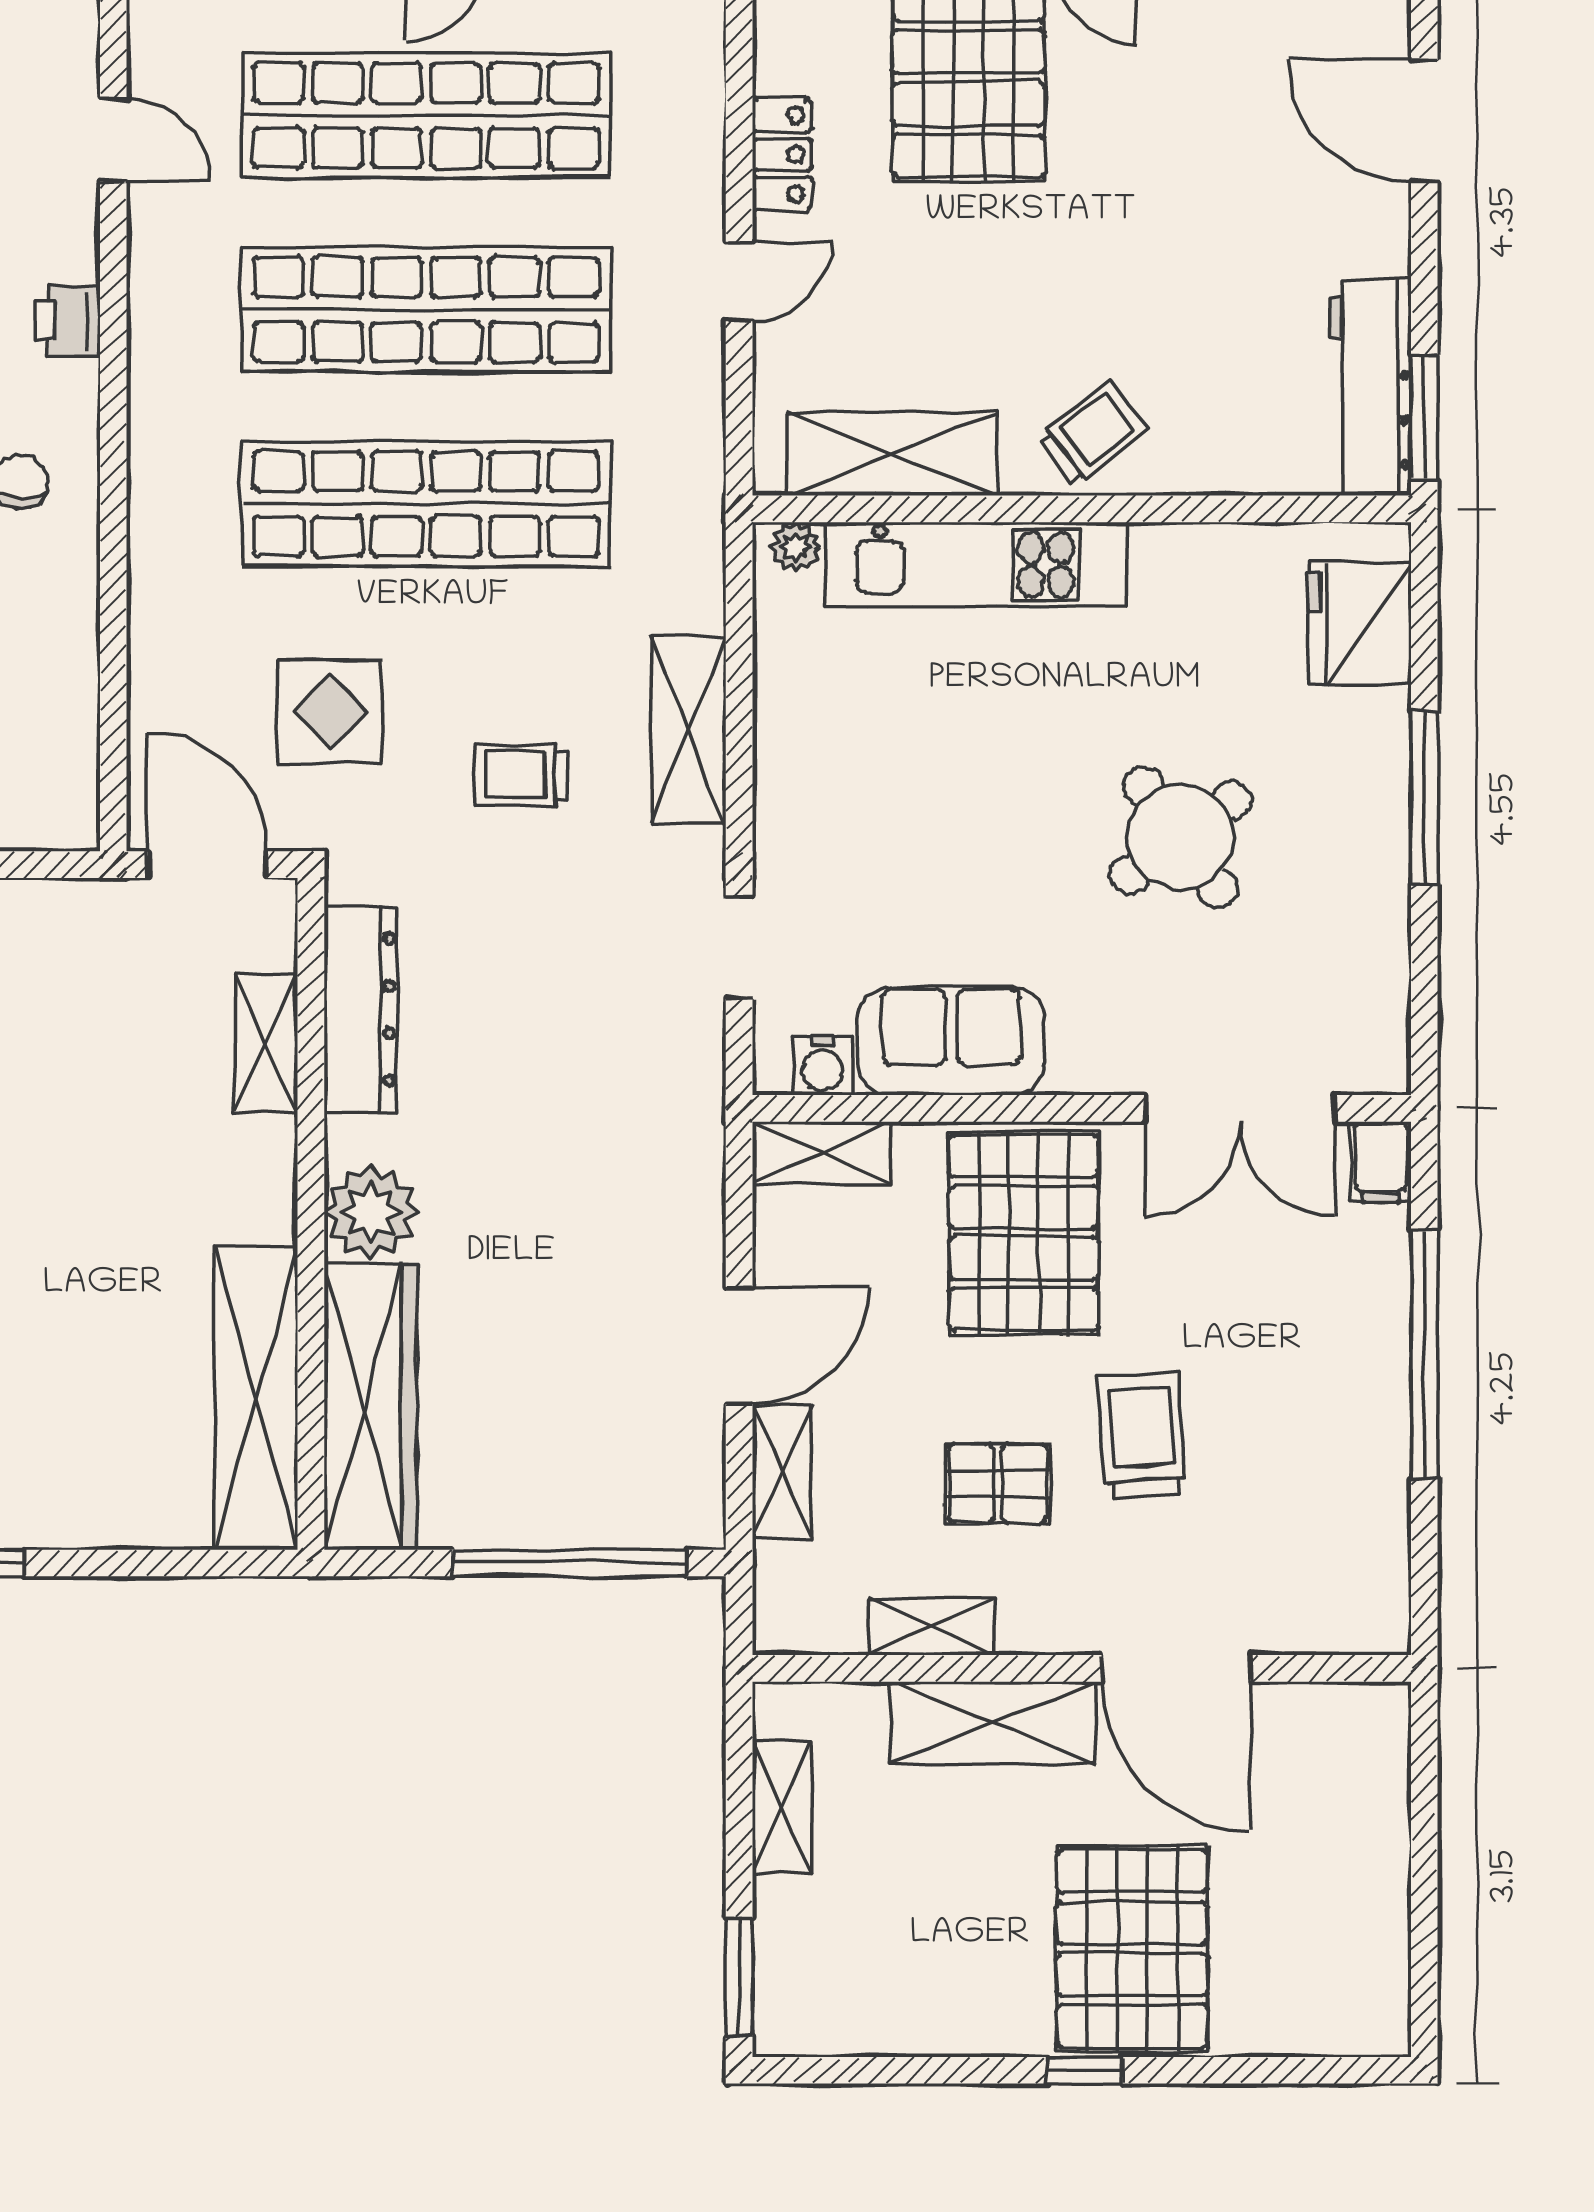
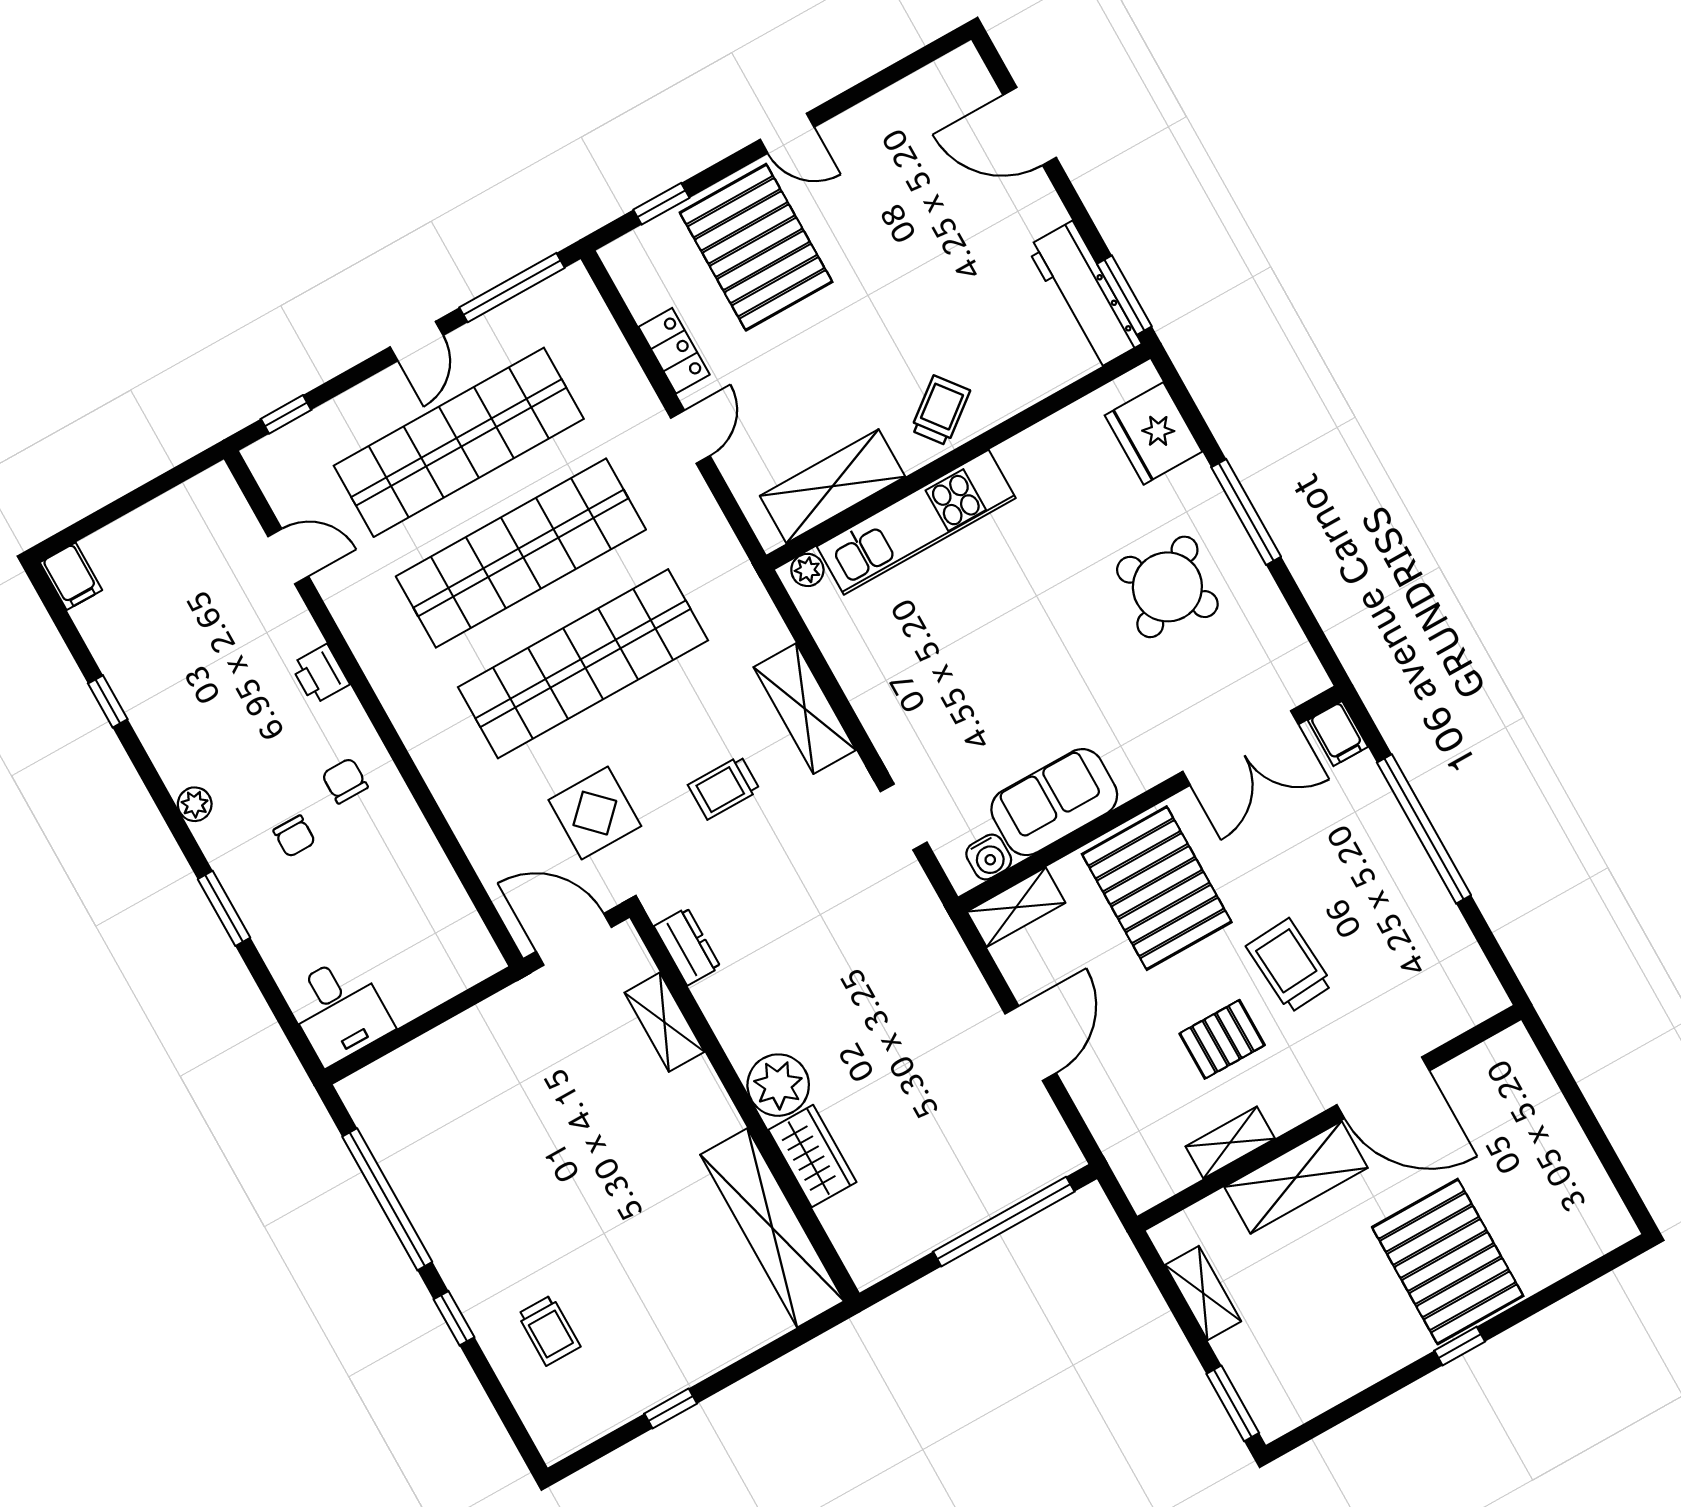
round table: (1181, 837) -> (1167, 587), moved
dresser: (361, 1009) -> (687, 947), width x0.51, depth x0.80
wardrobe: (370, 1407) -> (812, 1156), width x0.48, depth x0.85
shelving: (782, 1471) -> (1095, 1101), removed

